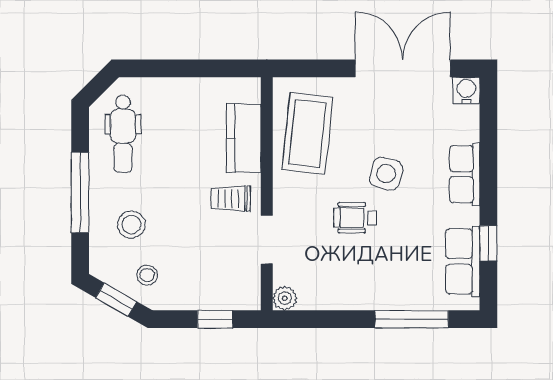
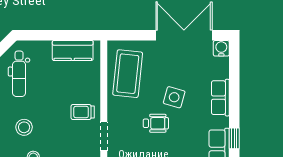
kitchen counter: (244, 138) -> (73, 51), moved, turned -90
wheelchair: (355, 218) -> (156, 123), turned 180

